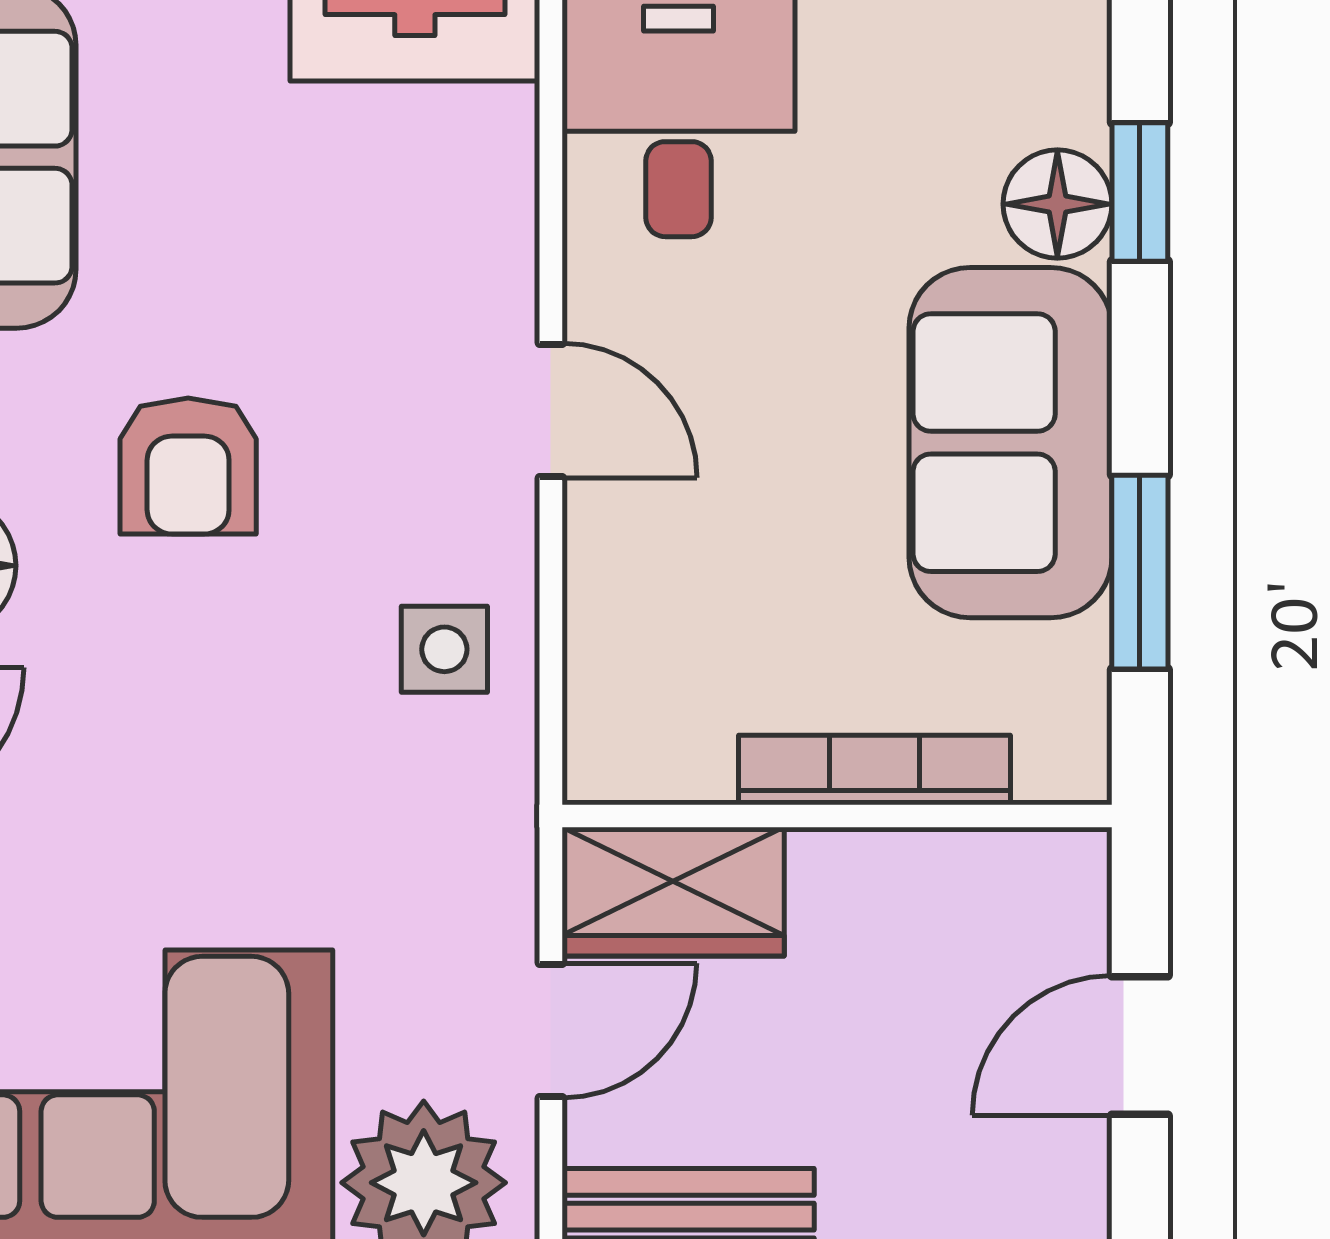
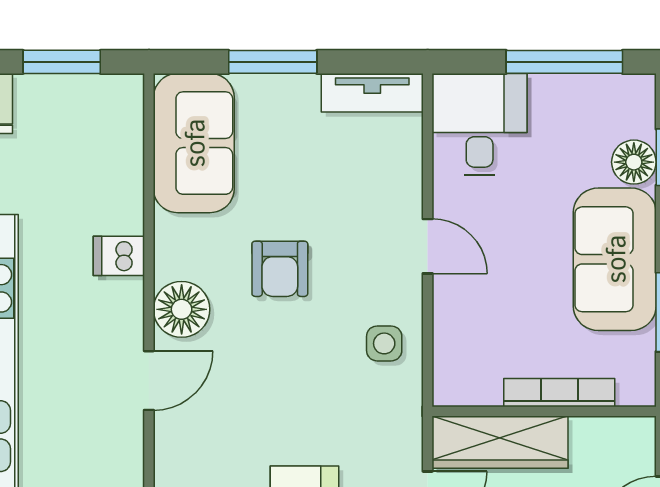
wardrobe: (673, 892) -> (500, 442), width x1.50

